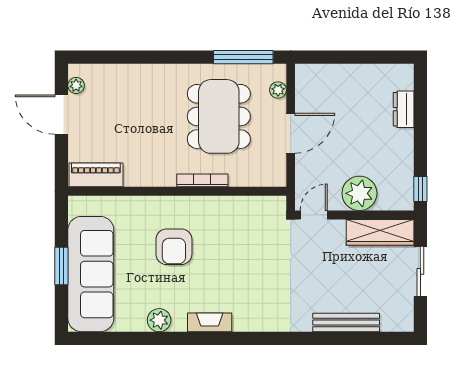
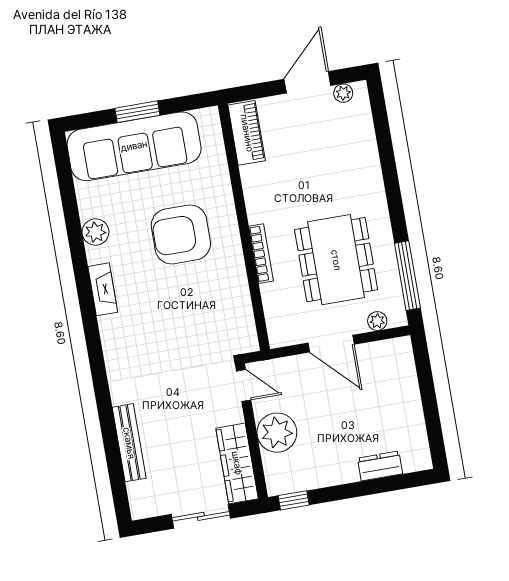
dining table: (219, 116) -> (336, 260), turned 90
armchair: (174, 247) -> (181, 234), width x1.36, depth x1.36

